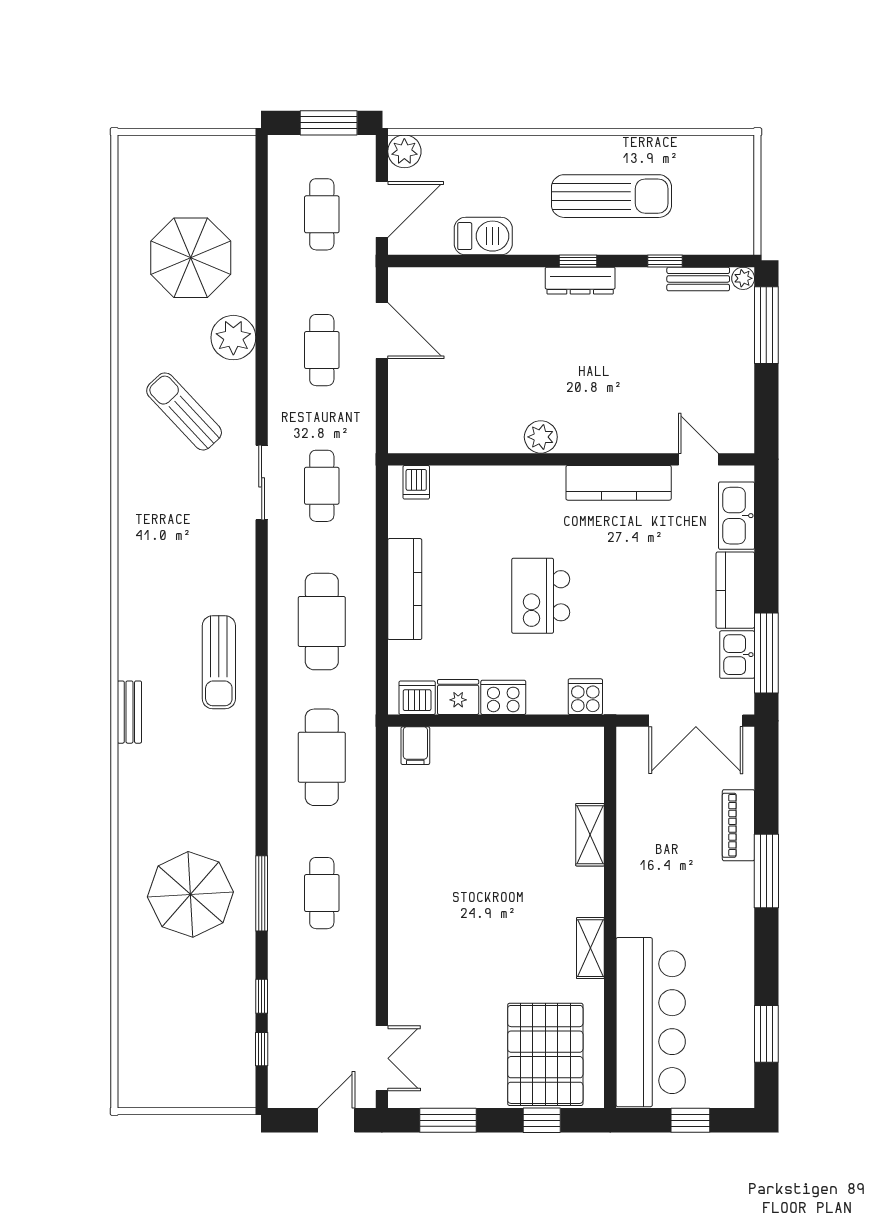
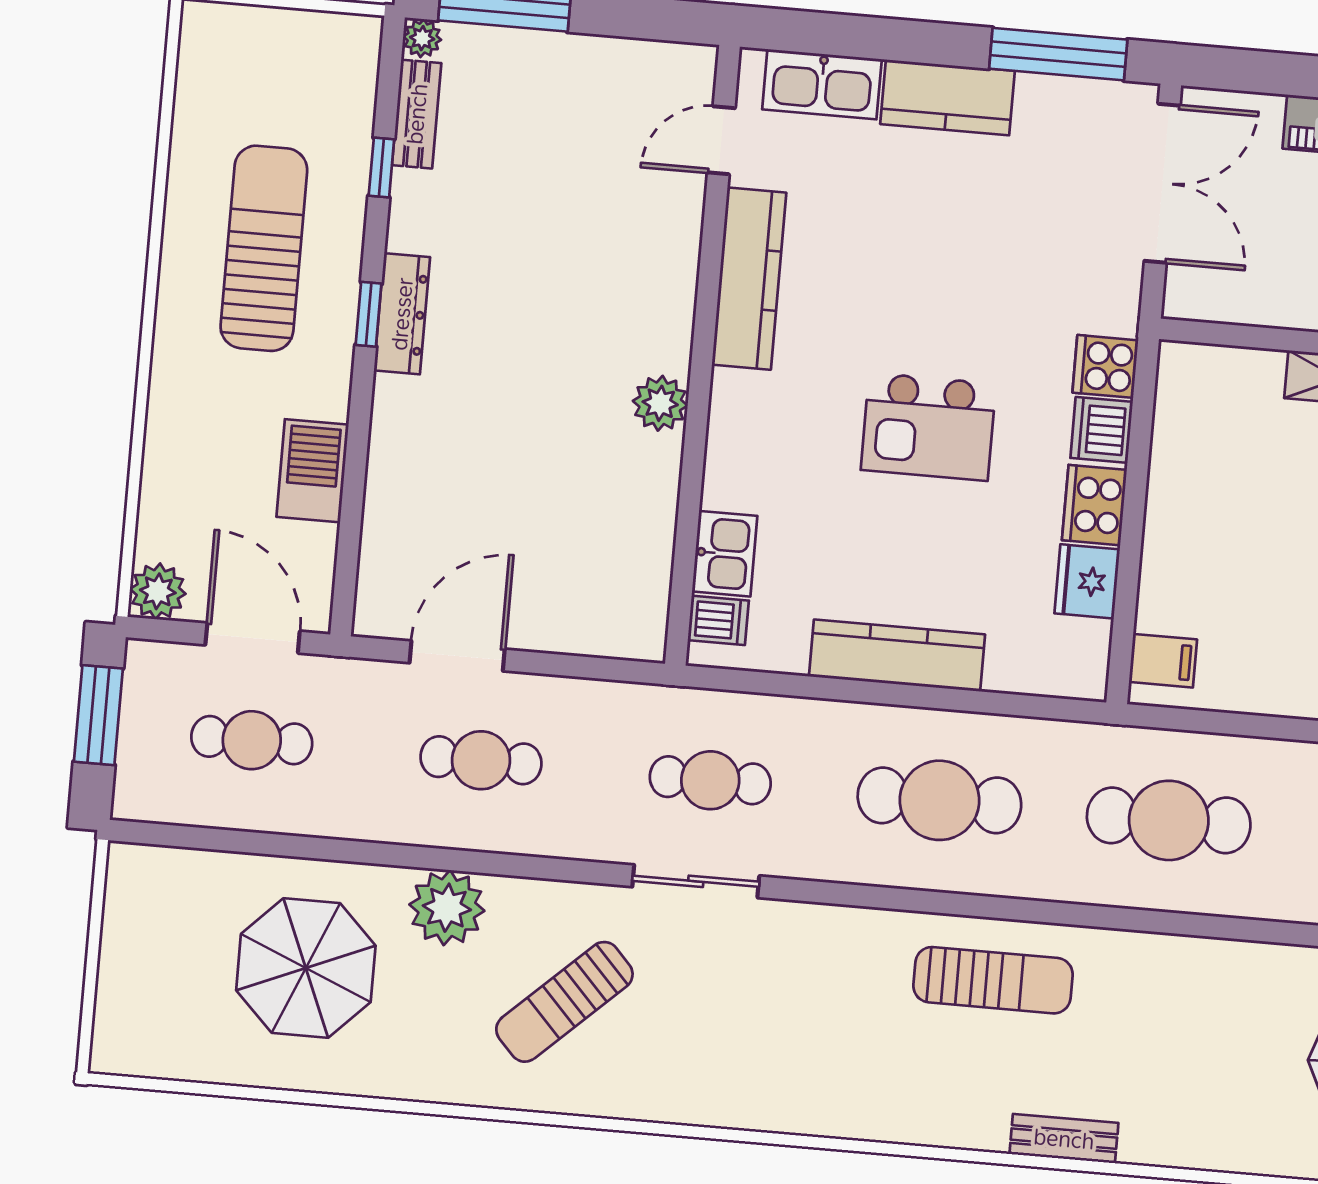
kitchen sink: (737, 655) -> (725, 554), moved, turned -90
dishwasher: (417, 698) -> (1102, 430), moved

